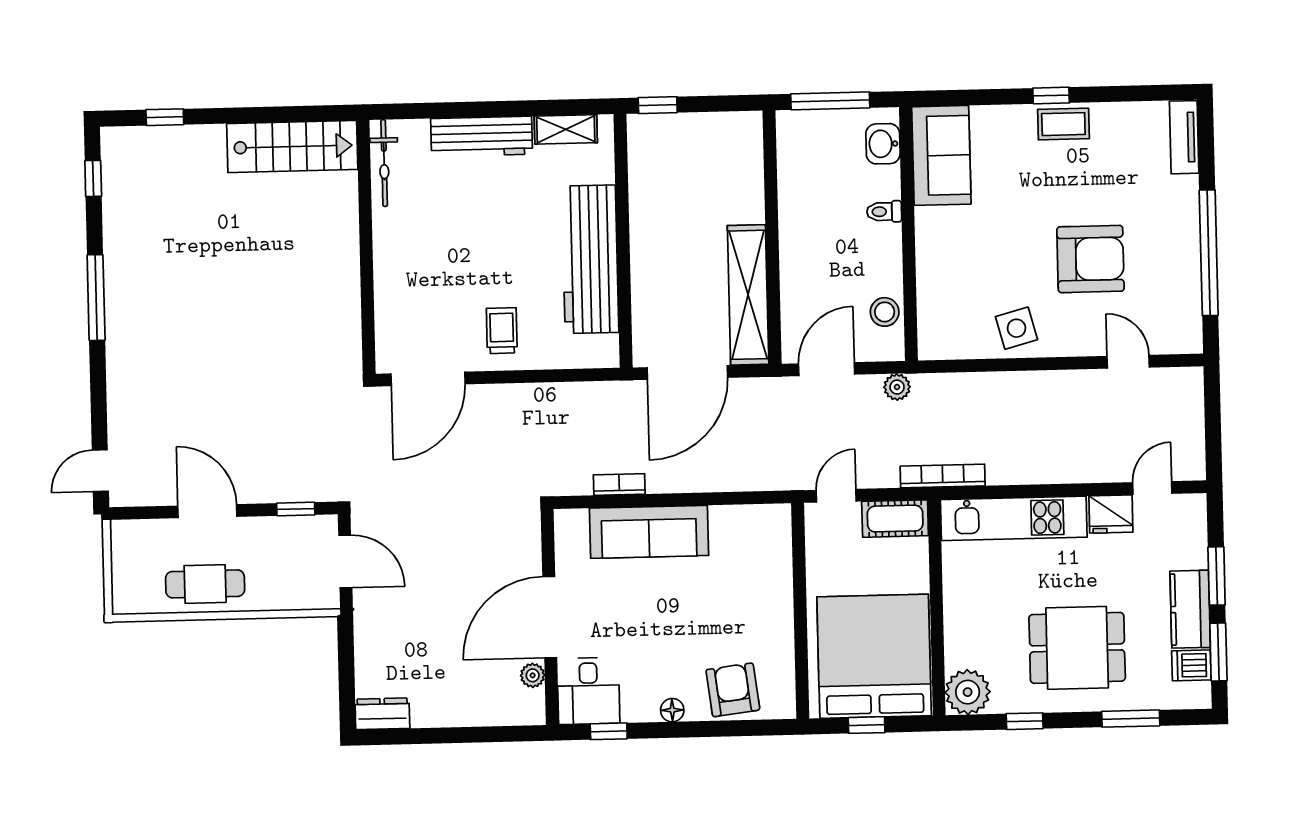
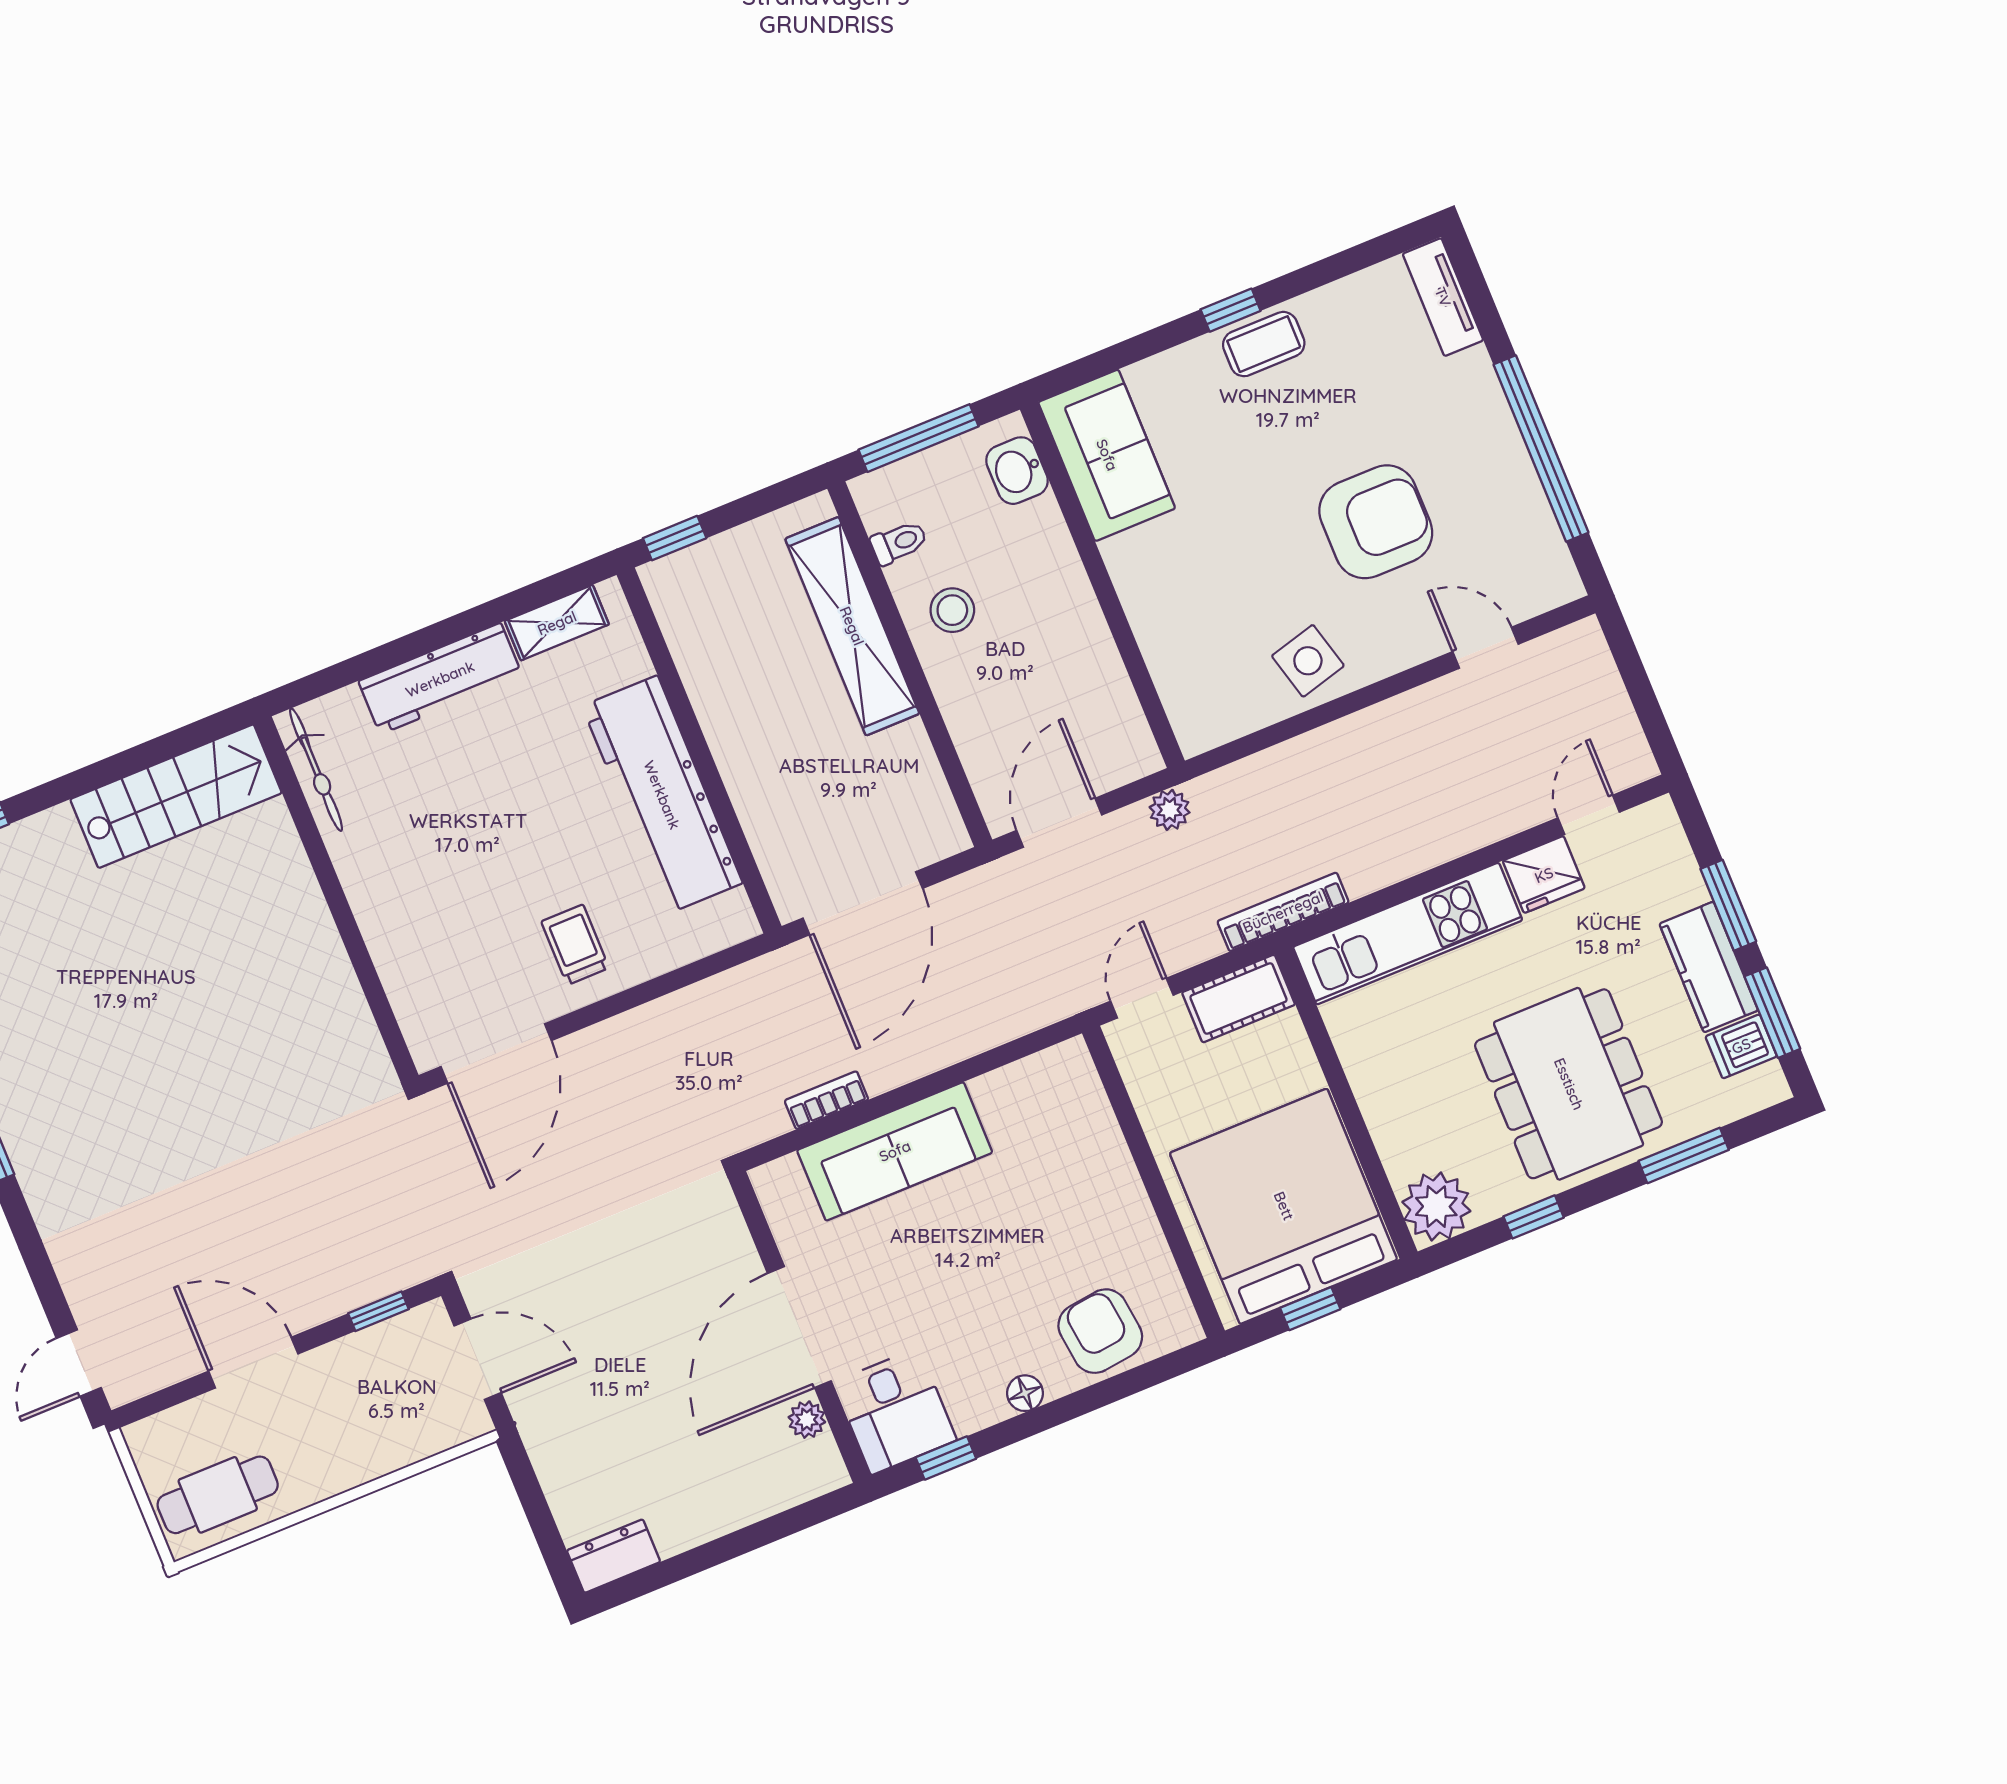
toilet: (884, 212) -> (899, 543), moved, turned 180
shelving: (748, 295) -> (852, 626), moved
stool: (885, 312) -> (952, 610), moved
cafe table: (205, 584) -> (218, 1495), moved
dining table: (1077, 648) -> (1569, 1084), width x1.38

